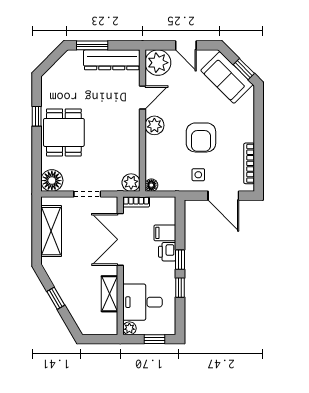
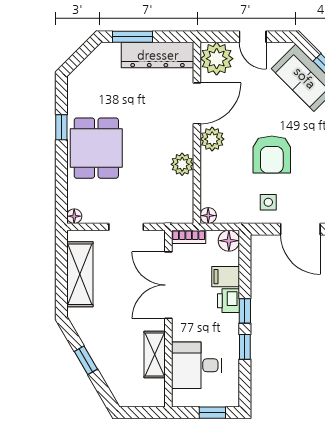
door: (142, 97) -> (197, 103), width x1.38
floor lamp: (52, 181) -> (74, 216), width x0.53, depth x0.53
plant: (131, 183) -> (182, 164), moved
floor lamp: (167, 205) -> (229, 241), added
plant: (129, 328) -> (180, 399), removed

